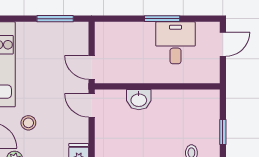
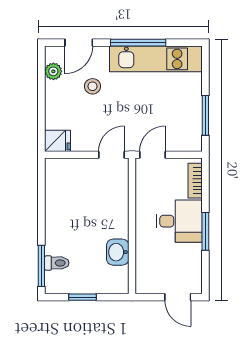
bookcase: (115, 28) -> (195, 181), added
desk: (175, 43) -> (179, 221), moved
washbasin: (139, 100) -> (118, 252), moved

